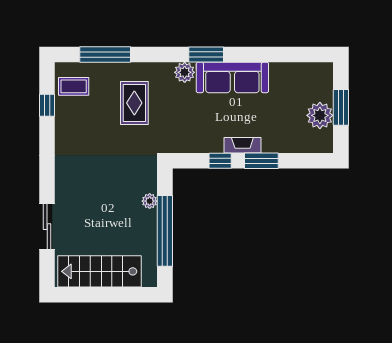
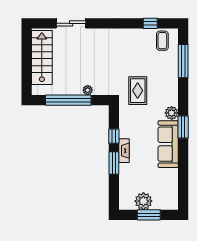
rug: (134, 103) -> (138, 91), moved, turned 90

